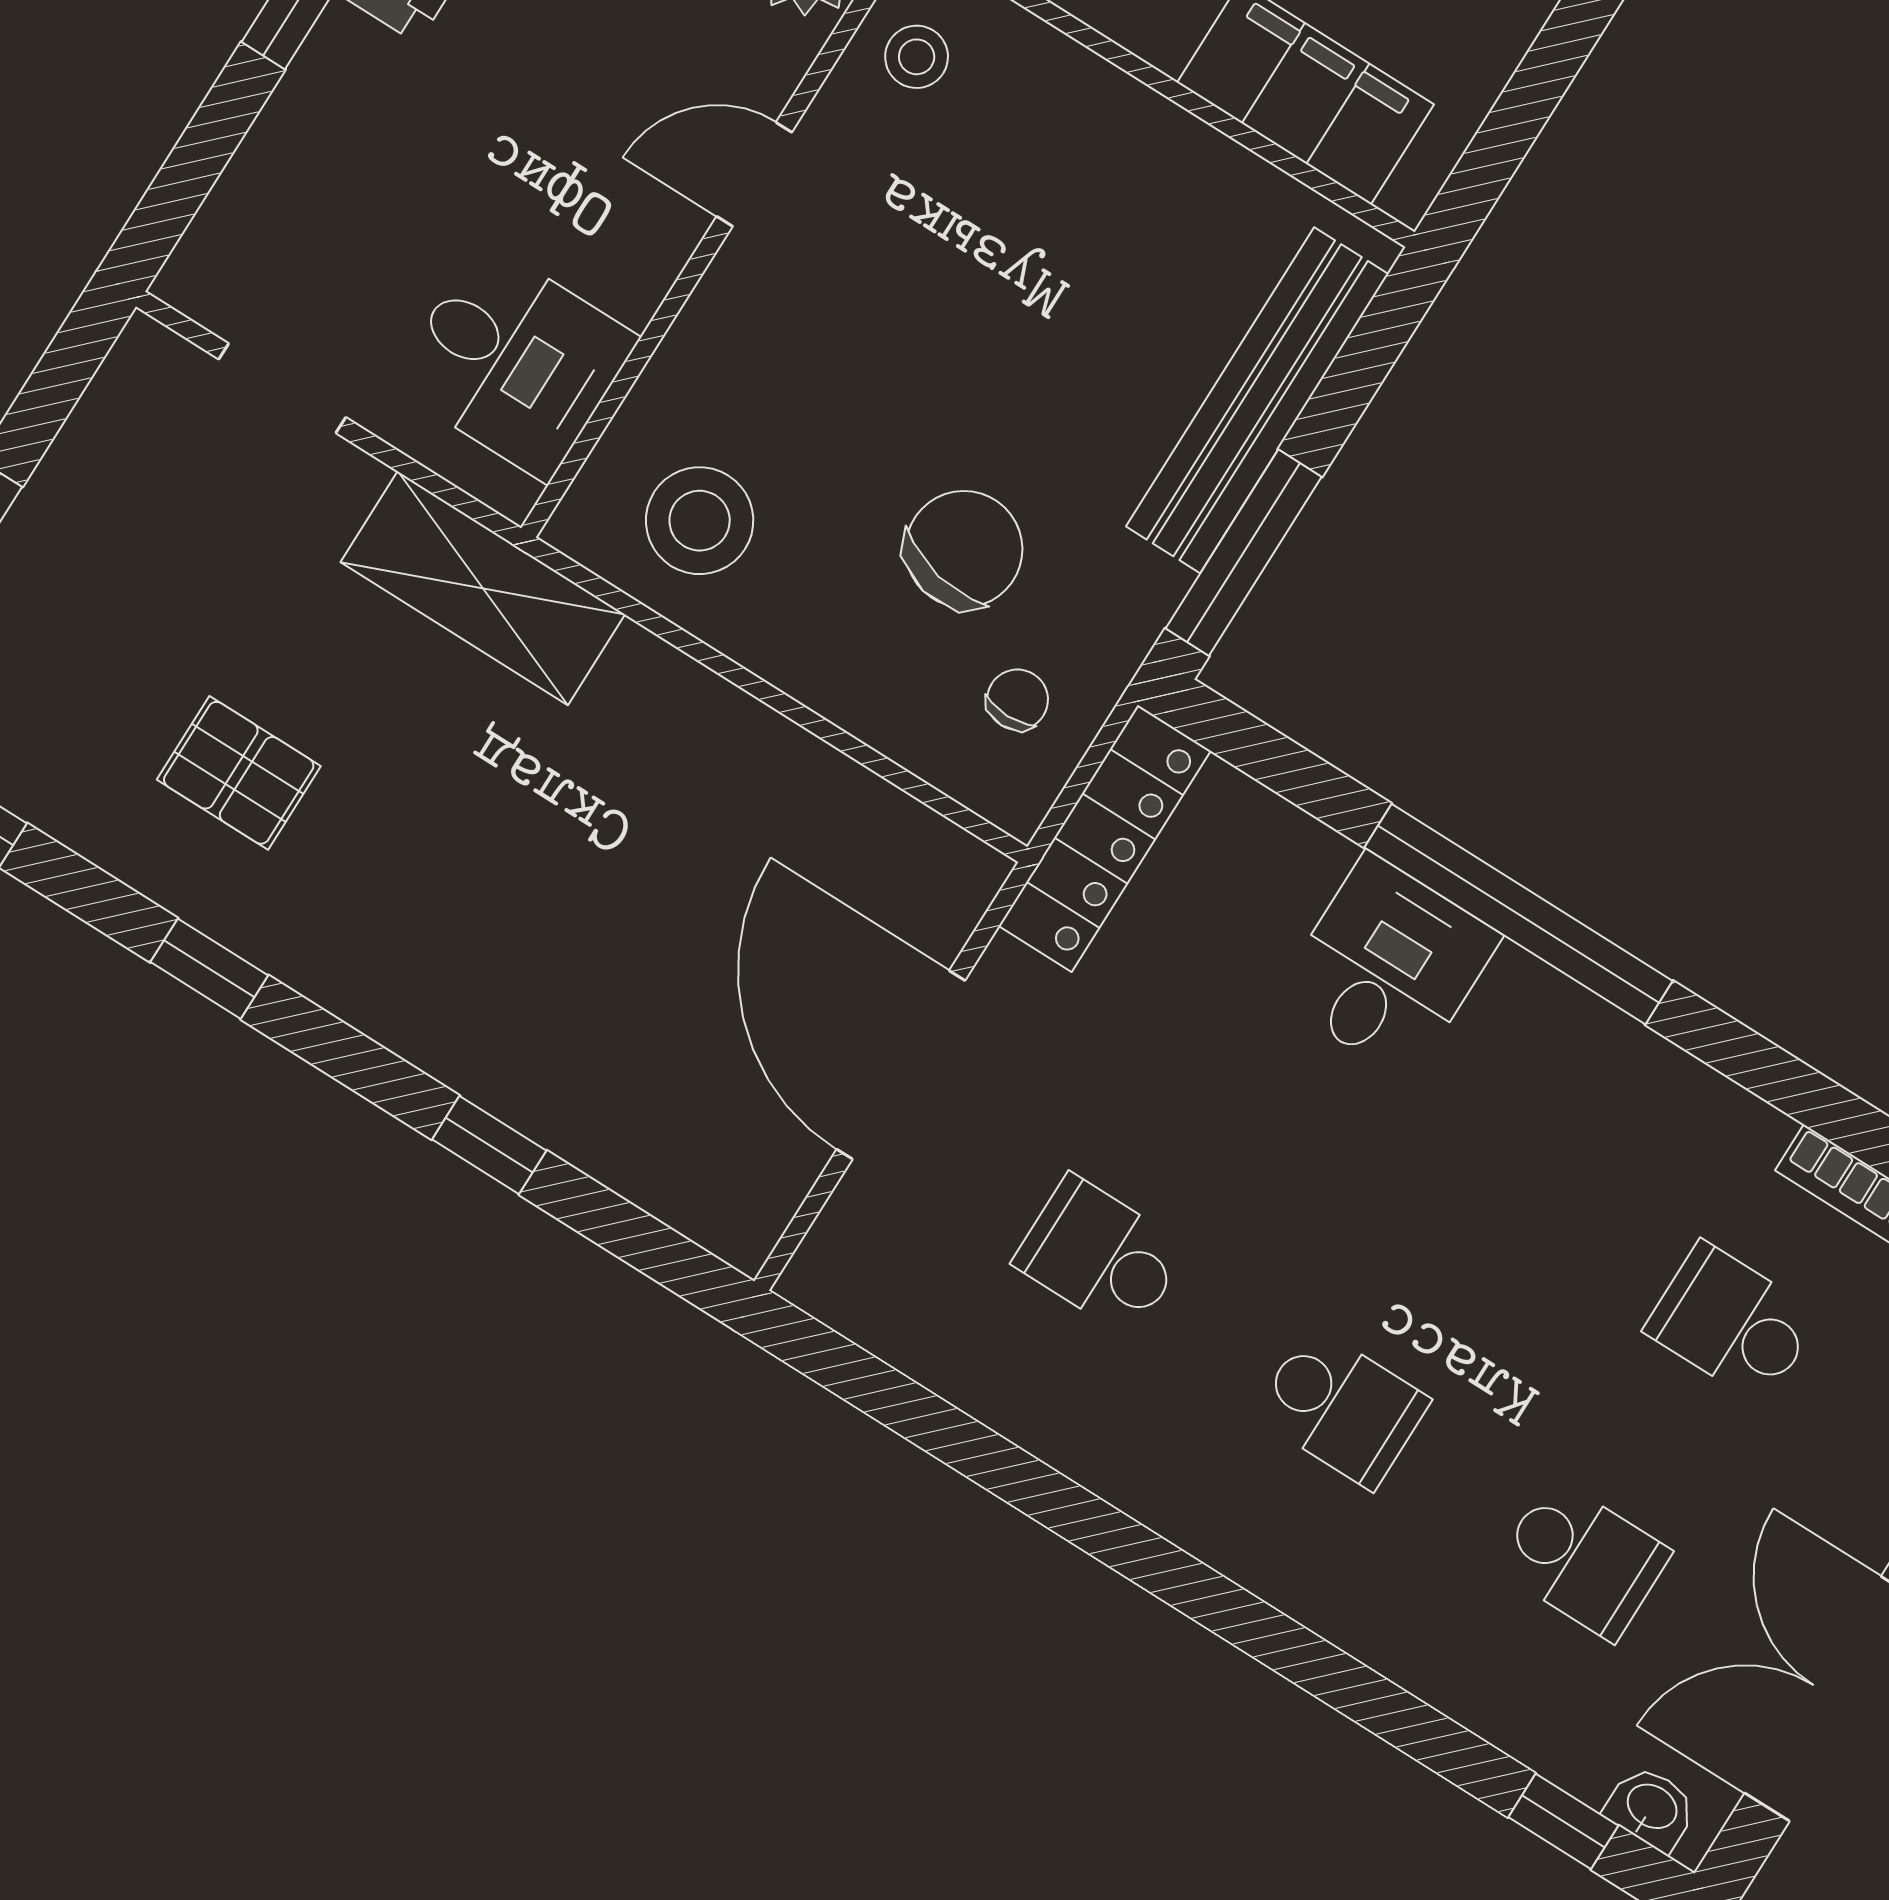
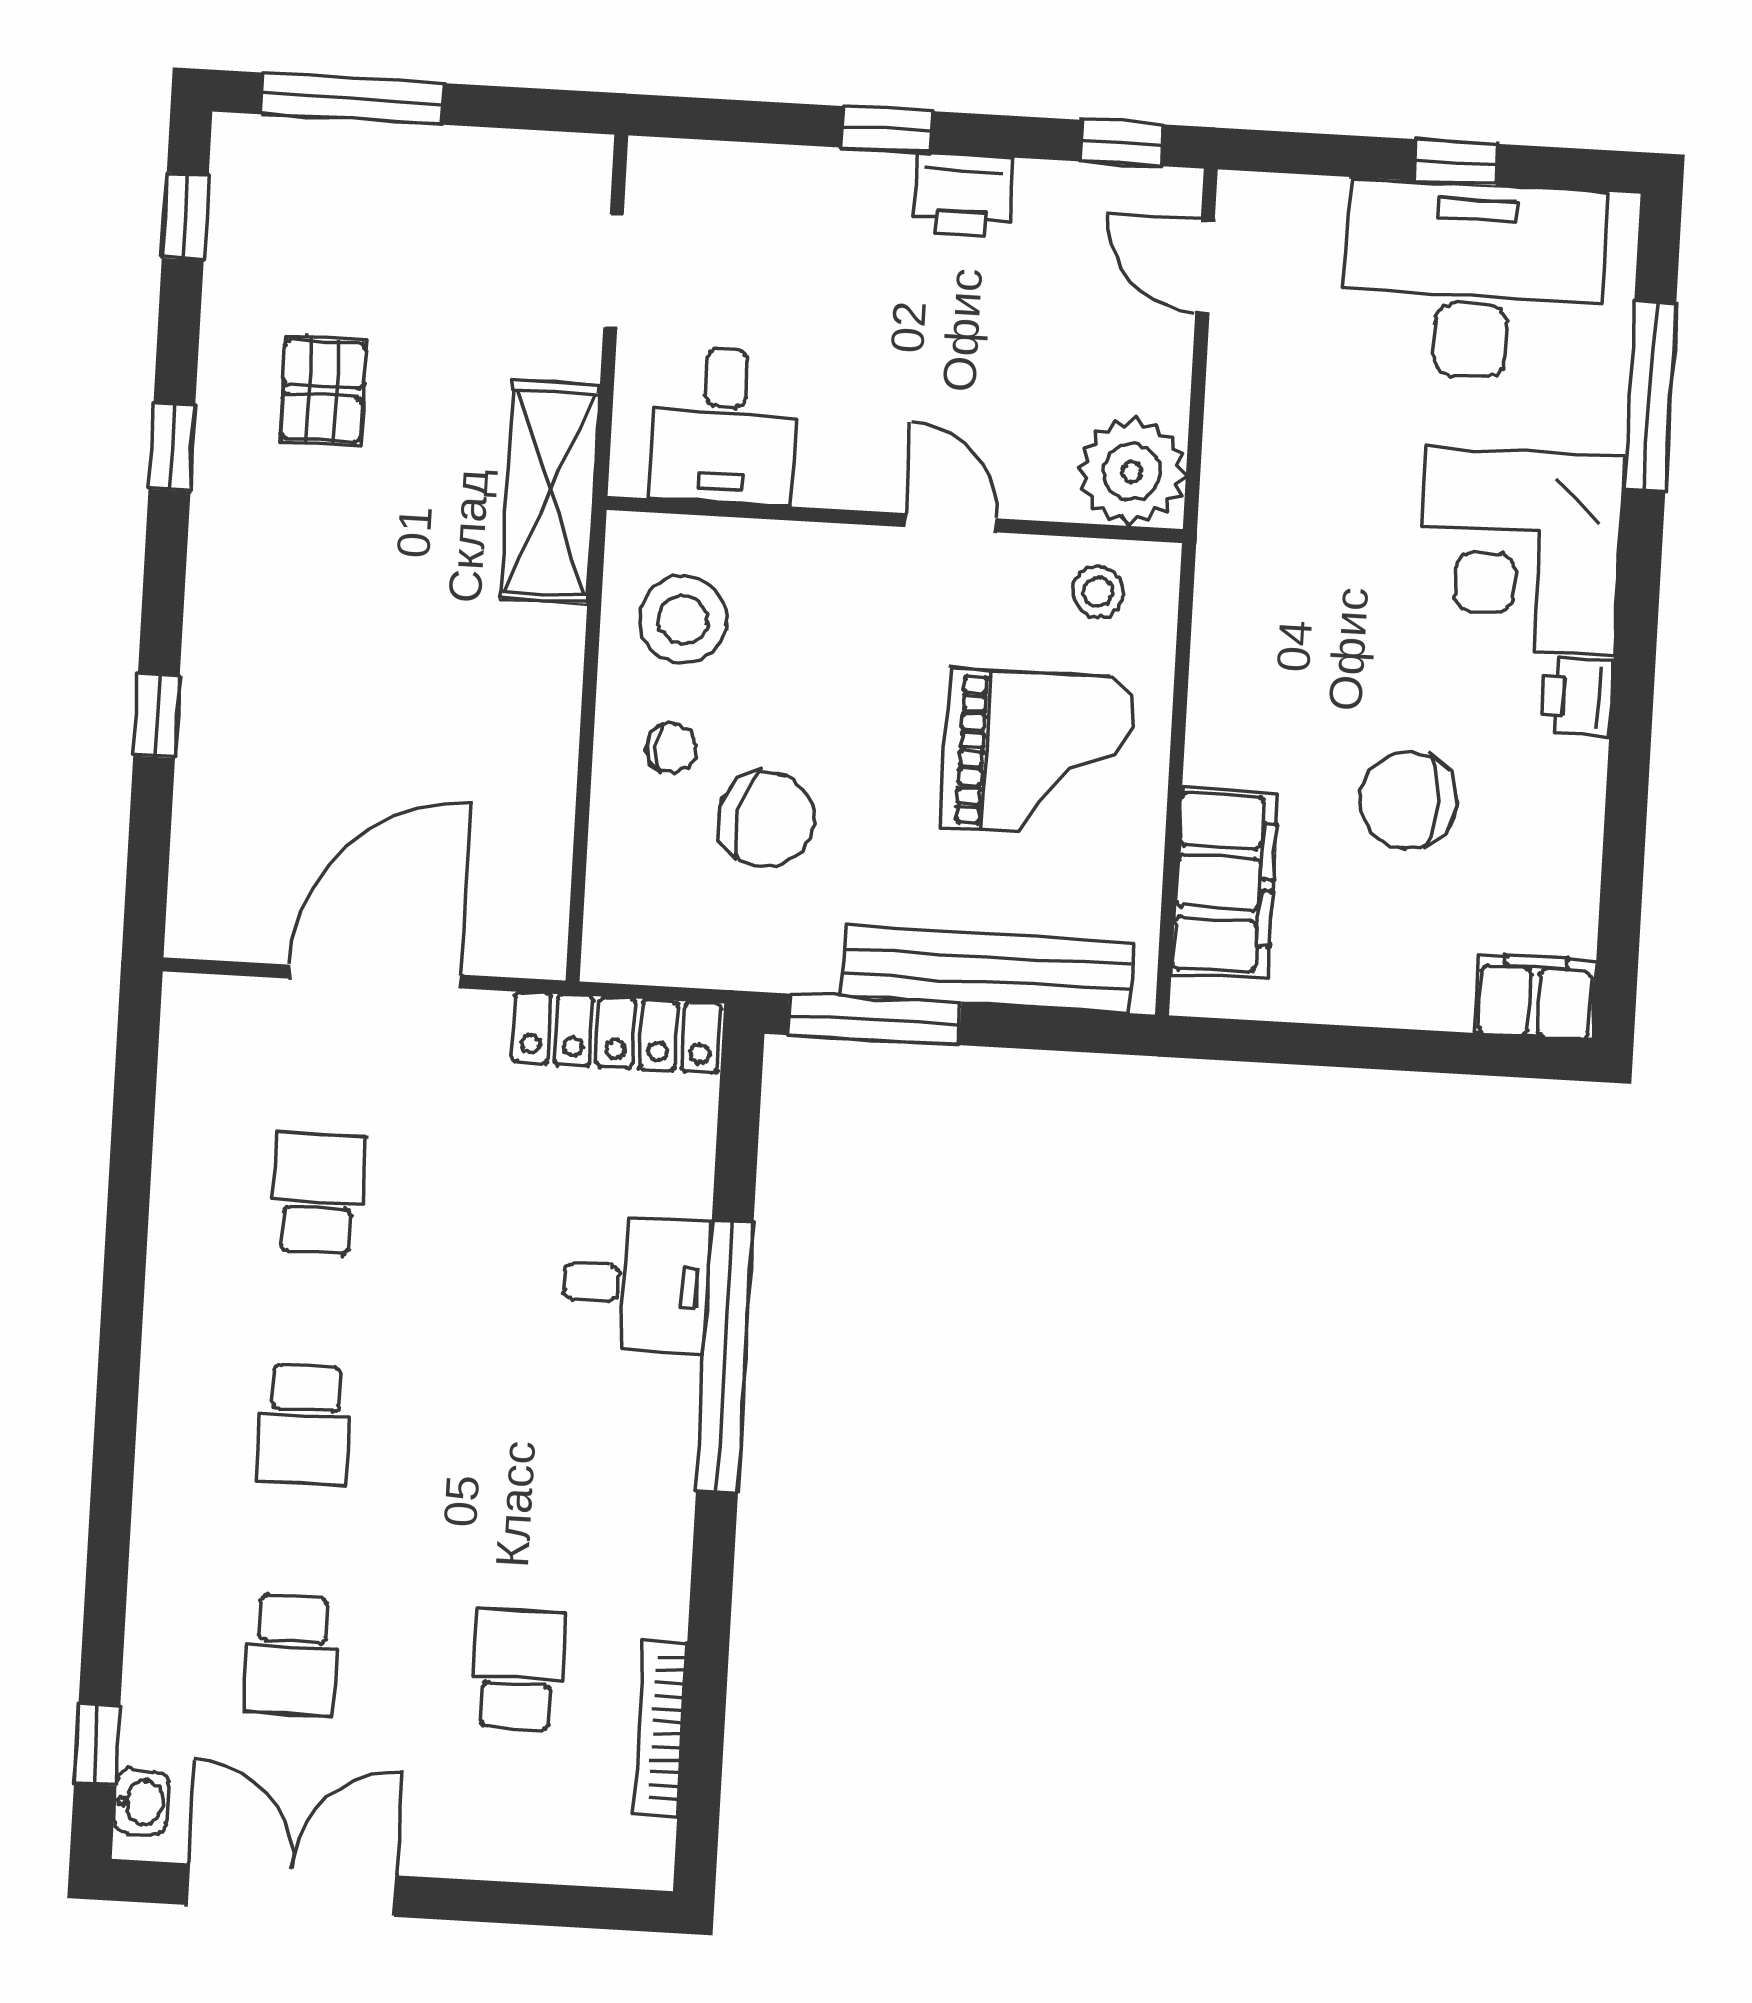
grand piano: (1055, 217) -> (1039, 753), added
chair: (1017, 700) -> (671, 748), moved

